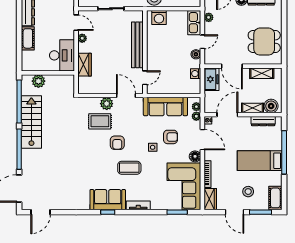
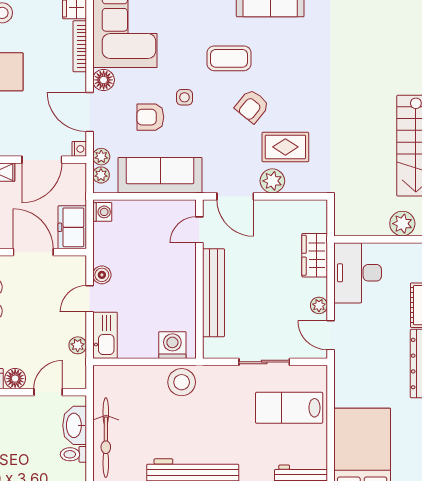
washing machine: (196, 74) -> (102, 212), moved
armchair: (117, 143) -> (252, 106), turned -141

